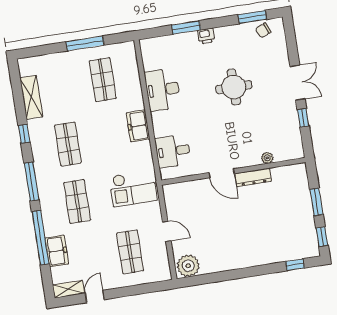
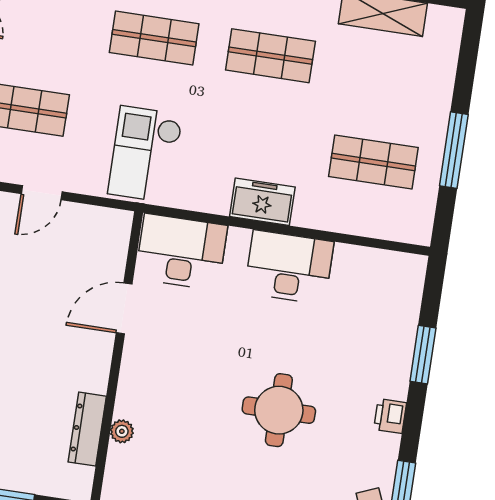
printer: (206, 36) -> (390, 416), moved
desk: (163, 90) -> (289, 267), moved
desk: (173, 151) -> (181, 252), width x1.37
door: (222, 173) -> (124, 308), moved
dresser: (253, 177) -> (87, 429), moved

